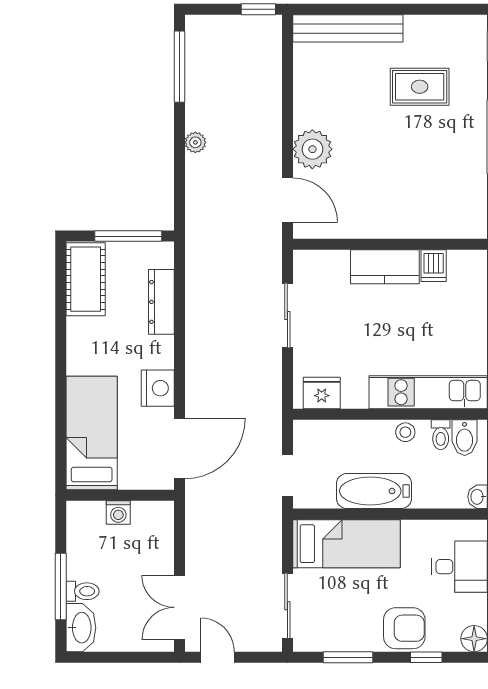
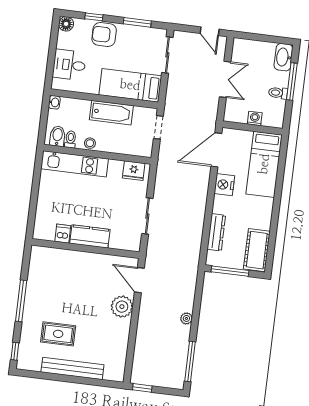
bench: (348, 28) -> (72, 368), moved
toilet: (83, 591) -> (278, 93), moved
double door: (179, 607) -> (225, 79), moved

